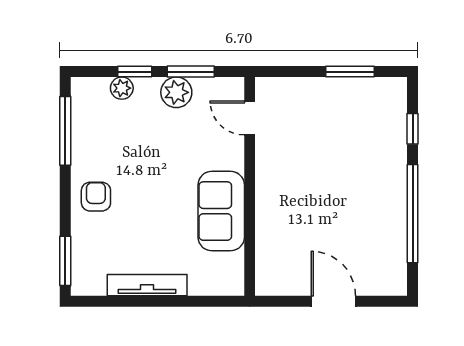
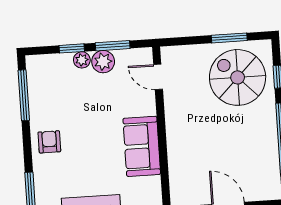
plant: (122, 88) -> (82, 60), moved
spiral stairs: (358, 126) -> (238, 77), added

